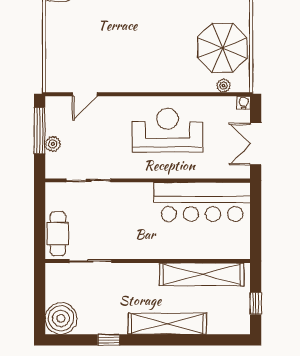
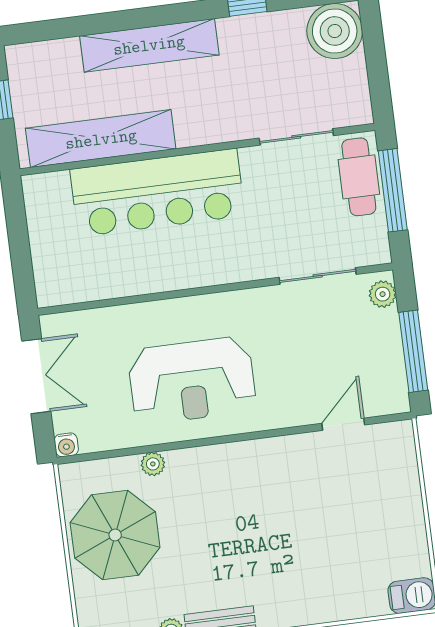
plant: (224, 86) -> (153, 464), moved
plant: (53, 144) -> (383, 294), moved
bar counter: (202, 202) -> (157, 192), moved, turned 180
window: (40, 224) -> (393, 190), added

